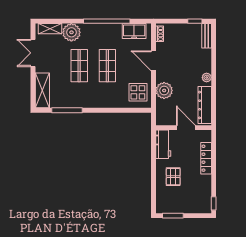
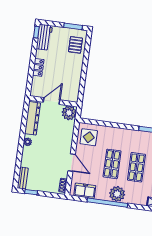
plant: (71, 32) -> (117, 194), moved
plant: (164, 91) -> (69, 113), moved
door: (186, 128) -> (52, 101), swing flipped
workbench: (163, 144) -> (44, 37), moved, turned 180
locker: (206, 158) -> (38, 67), width x0.66
pallet: (173, 177) -> (76, 45), moved

